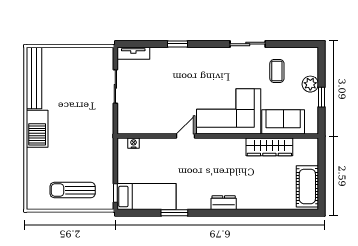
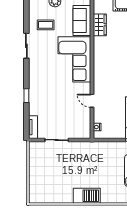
bench: (34, 78) -> (51, 198), removed
door: (185, 136) -> (92, 101), moved
wardrobe: (269, 147) -> (100, 25), width x0.67

